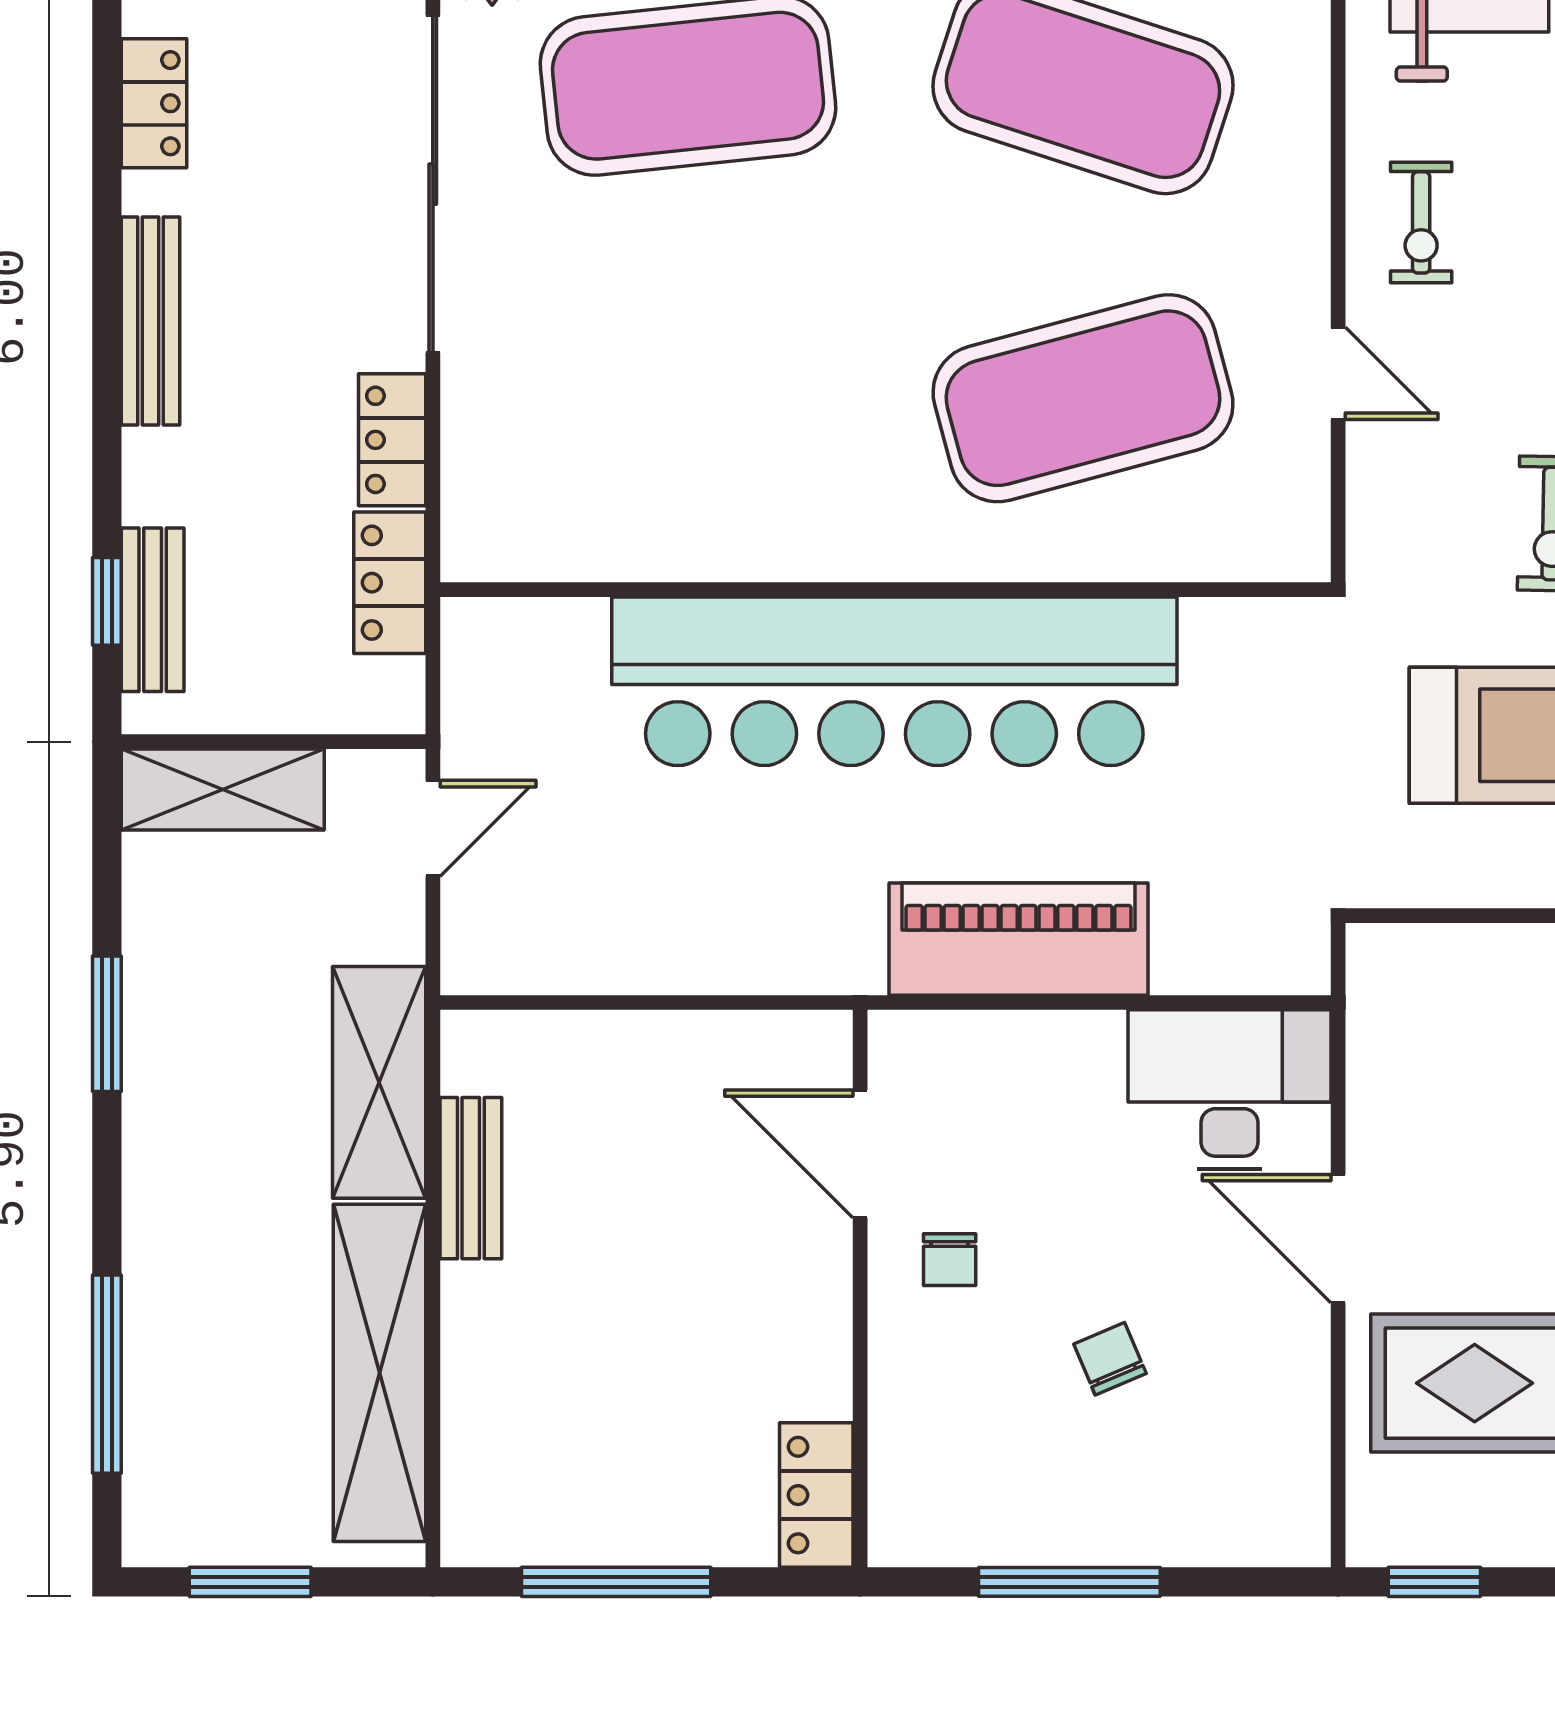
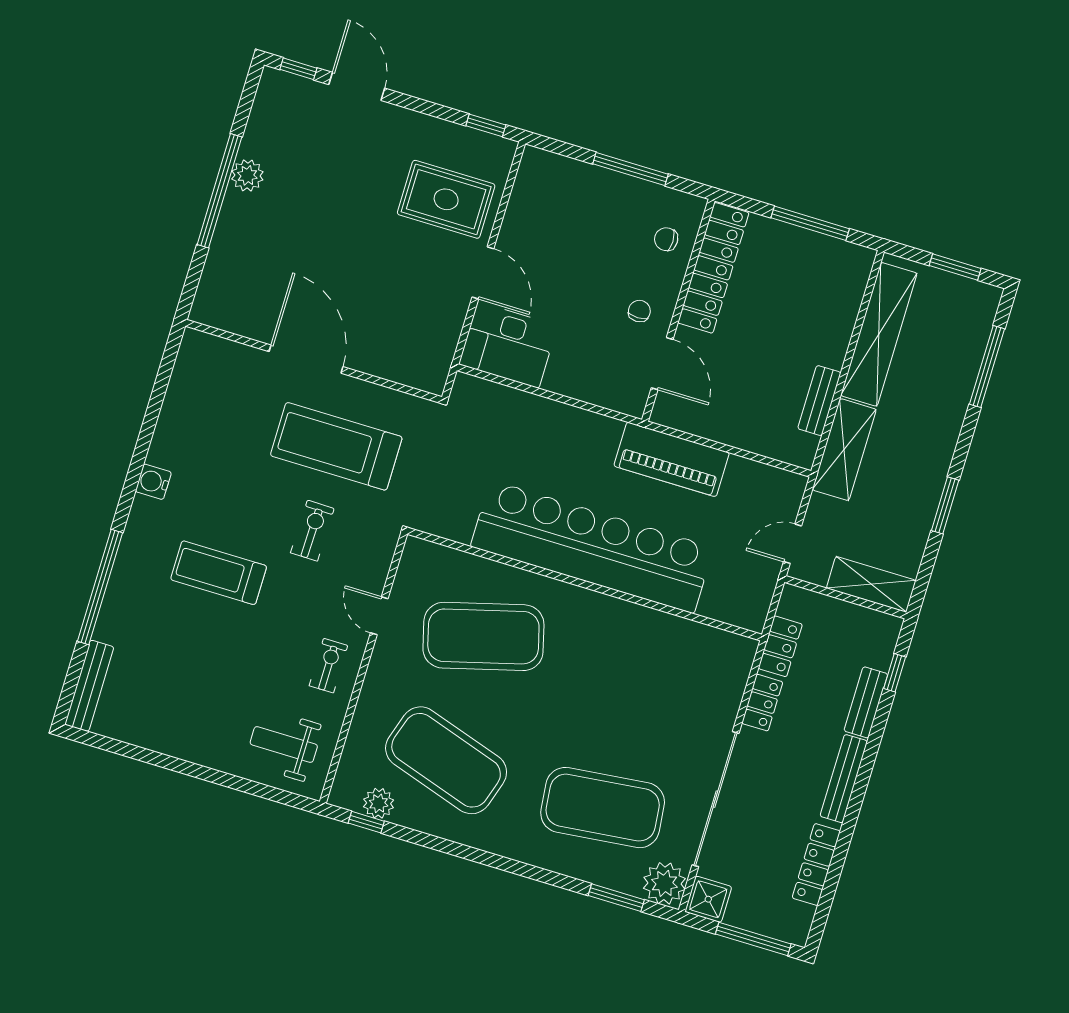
locker: (154, 103) -> (816, 864), width x1.53
bench: (153, 610) -> (866, 702), moved
piano: (1019, 939) -> (672, 459), moved
chair: (1110, 1359) -> (666, 239), moved, turned 113
locker: (816, 1495) -> (713, 268), width x2.16, depth x1.21

